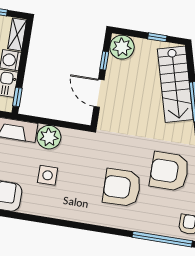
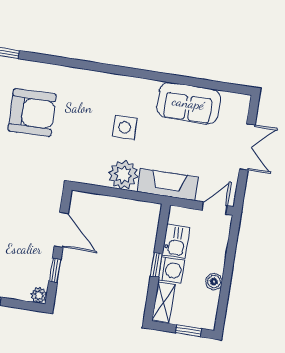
plant: (122, 47) -> (39, 295), width x0.53, depth x0.53
window: (17, 97) -> (156, 265), moved

